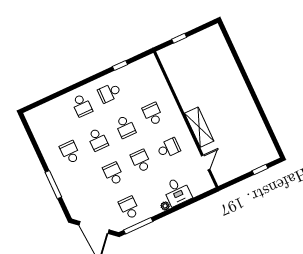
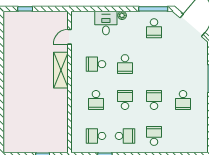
school desk: (113, 174) -> (96, 136), moved, turned 90

